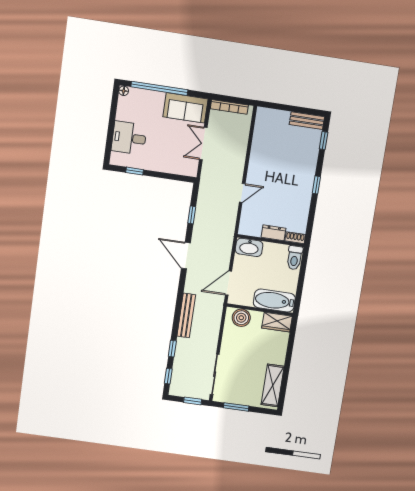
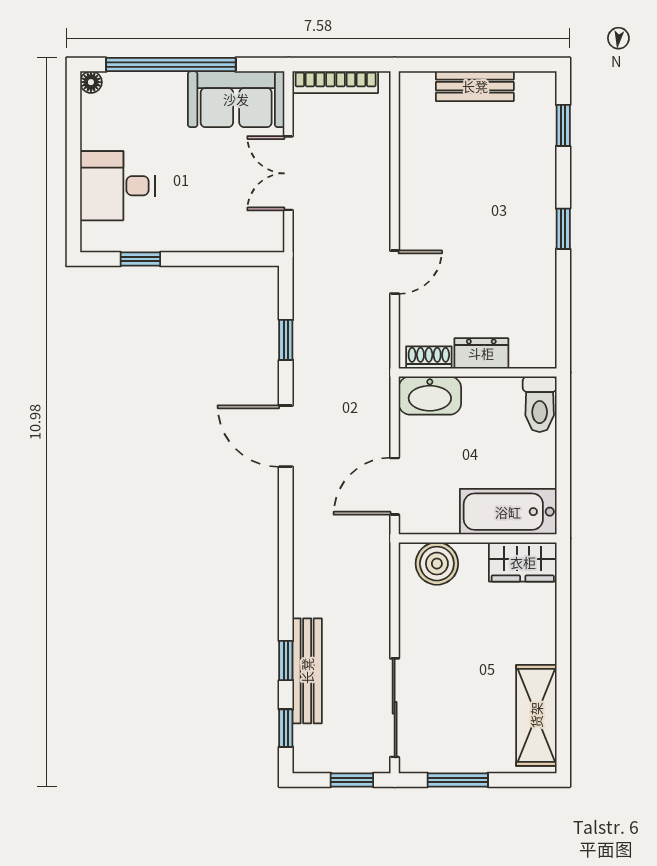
bench: (307, 121) -> (475, 86), moved
shoe rack: (295, 238) -> (429, 357), moved
bench: (186, 315) -> (307, 671), moved

